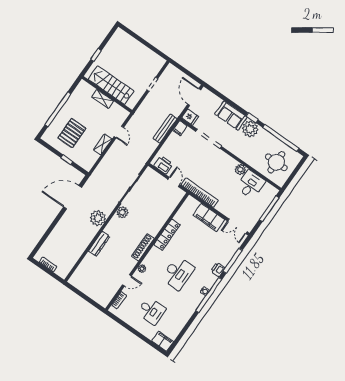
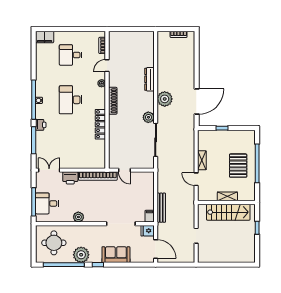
plant: (250, 129) -> (81, 255), moved
pallet: (72, 133) -> (238, 166), moved
printer: (163, 165) -> (70, 178), moved
desk: (251, 185) -> (47, 203), moved, turned 90
filing cabinet: (209, 217) -> (77, 161), removed

